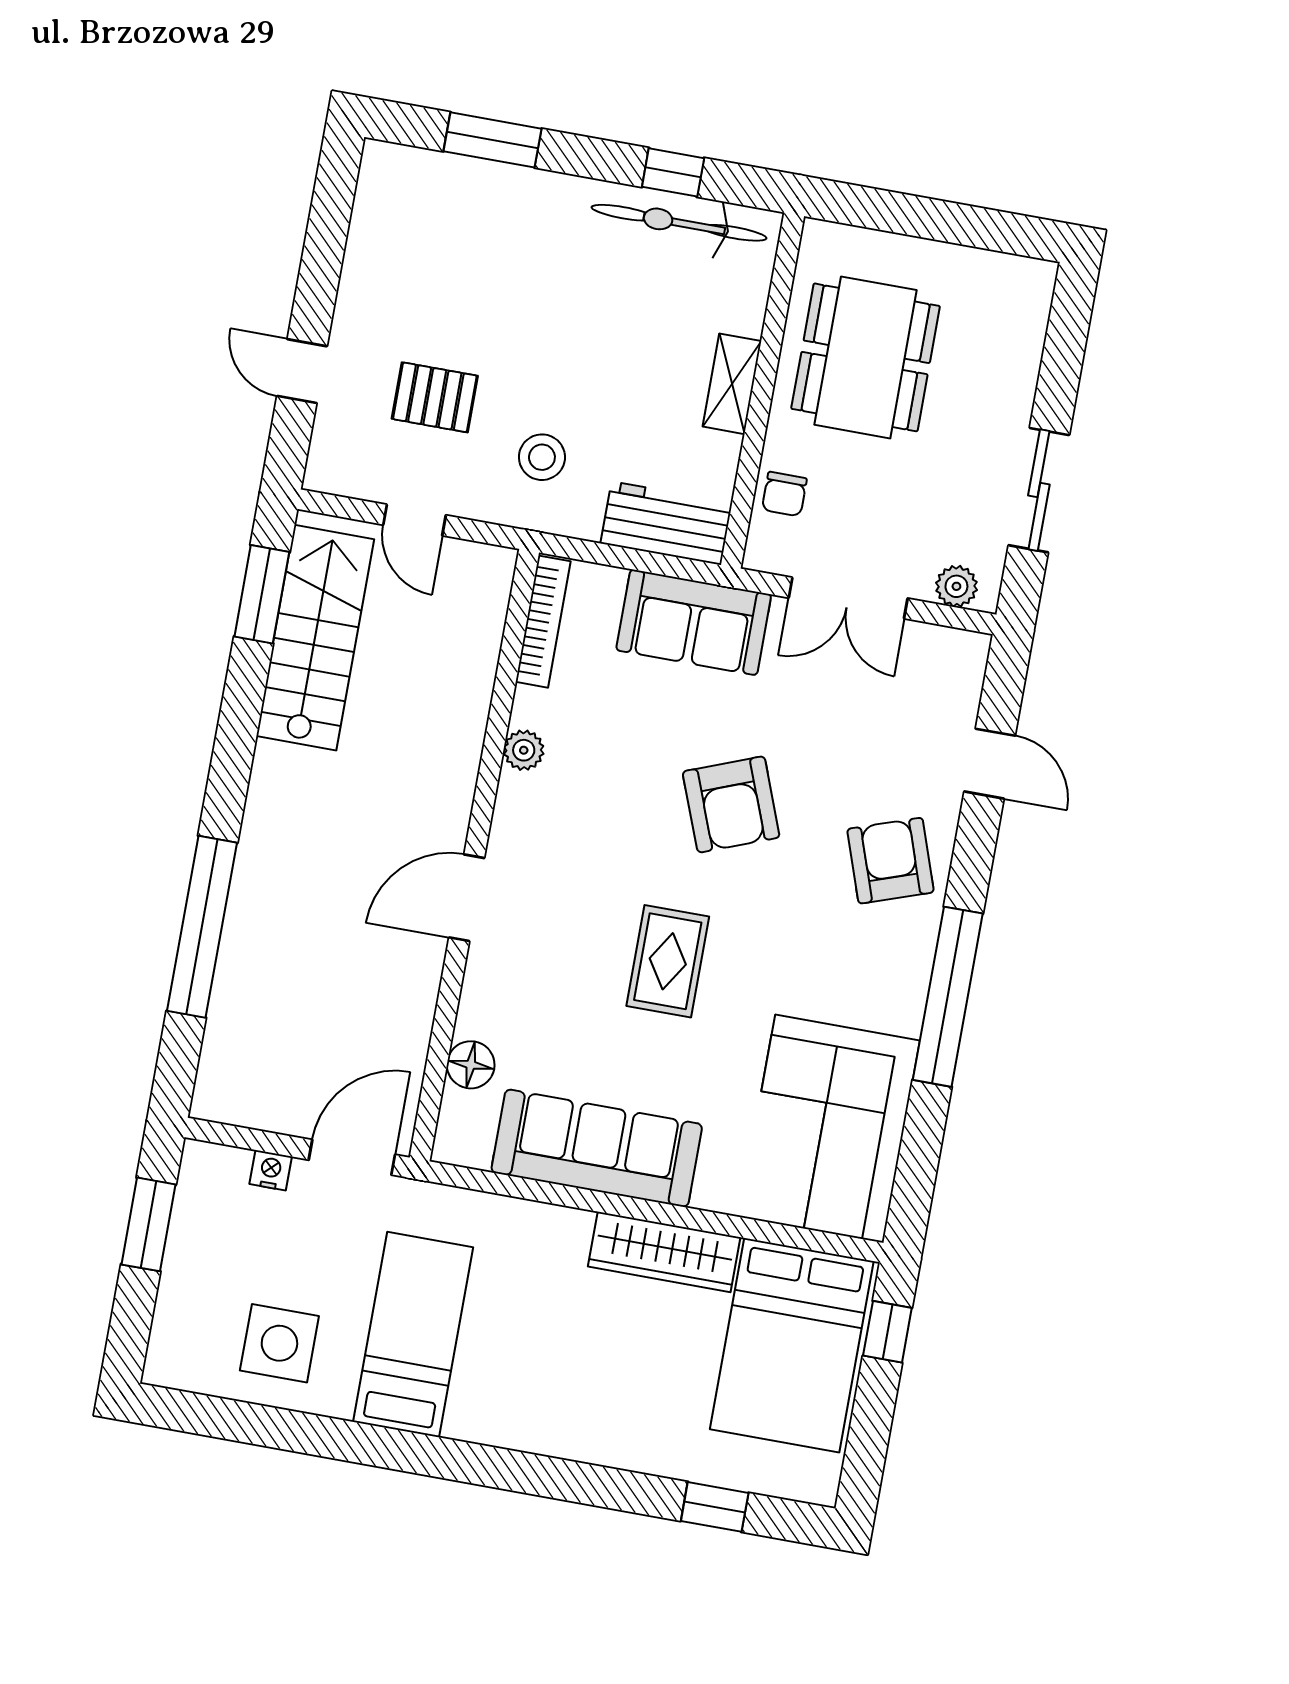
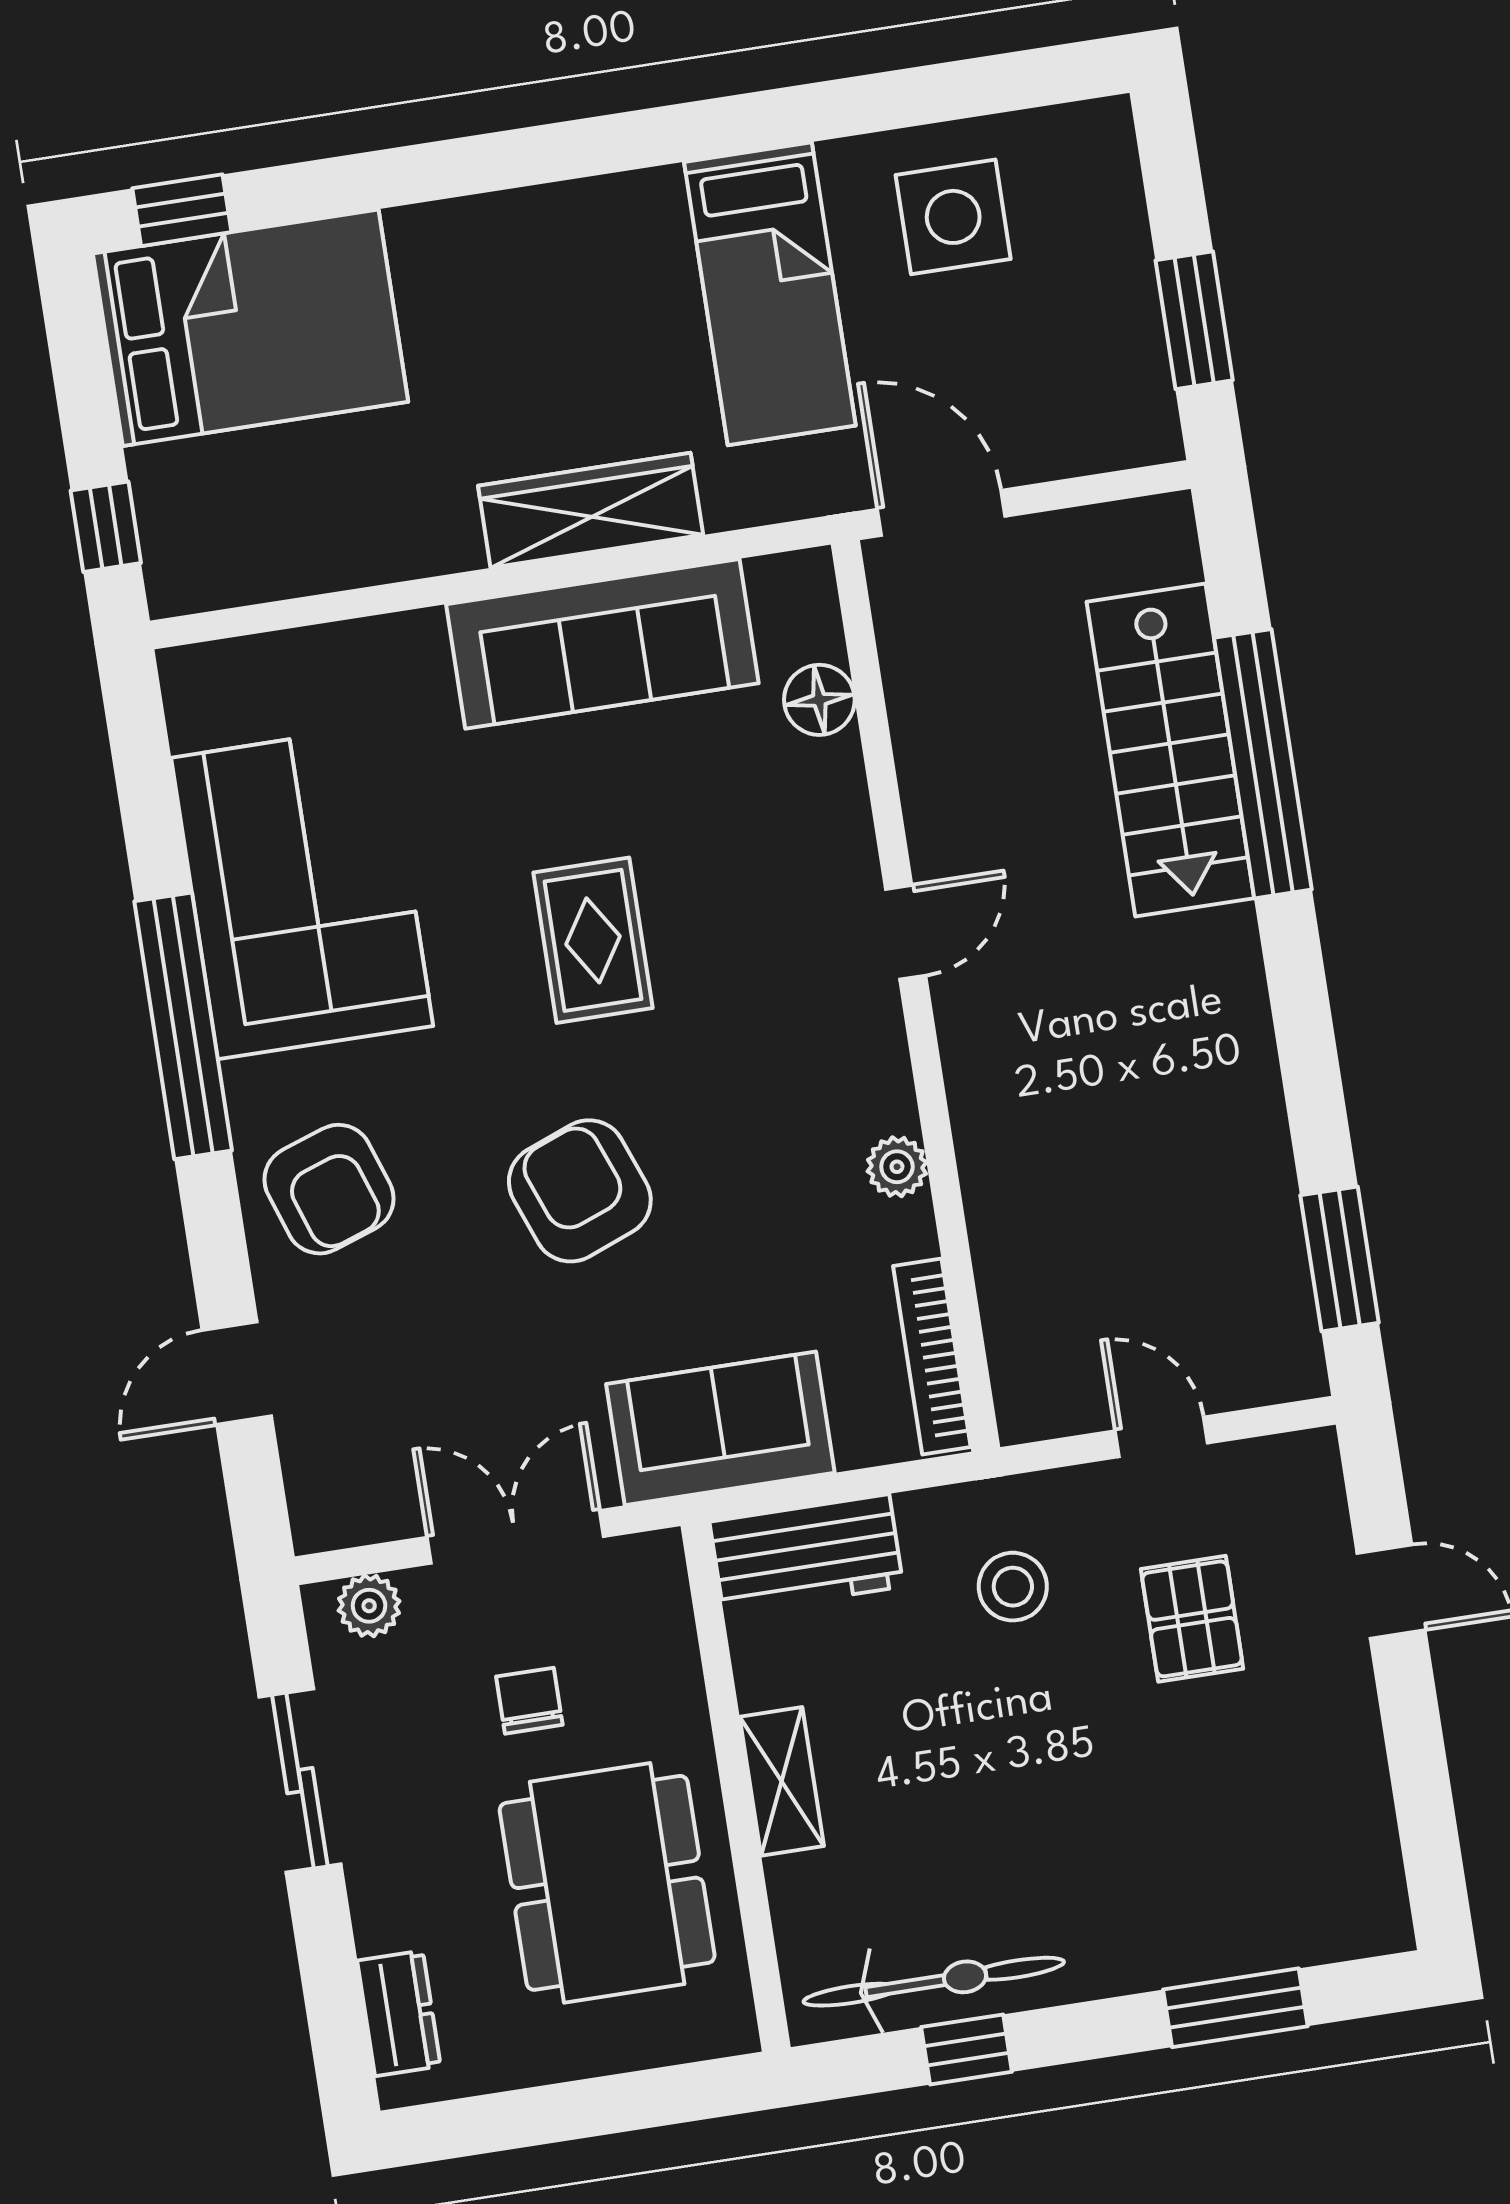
dresser: (1027, 320) -> (399, 2013), added
pallet: (435, 397) -> (1192, 1619), turned 90
chair: (784, 494) -> (529, 1701), moved
stairs: (315, 638) -> (1170, 750), moved
door: (990, 764) -> (237, 1373), hinge flipped
door: (467, 898) -> (906, 932), width x0.73
corner sofa: (829, 1129) -> (302, 892), moved
door: (352, 1157) -> (941, 513), swing flipped
nightstand: (271, 1170) -> (1049, 455), removed
wardrobe: (664, 1252) -> (591, 510), moved
bed: (792, 1345) -> (251, 328), moved, turned 90
window: (715, 1507) -> (182, 210), moved

